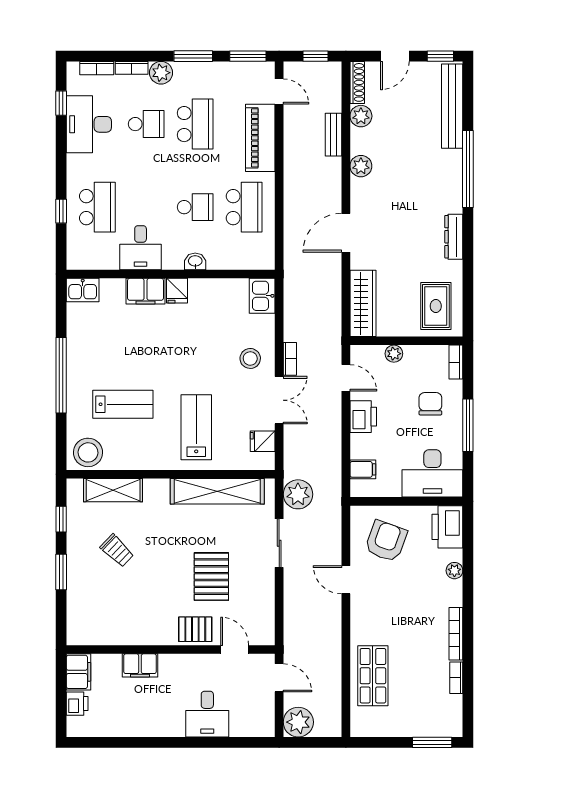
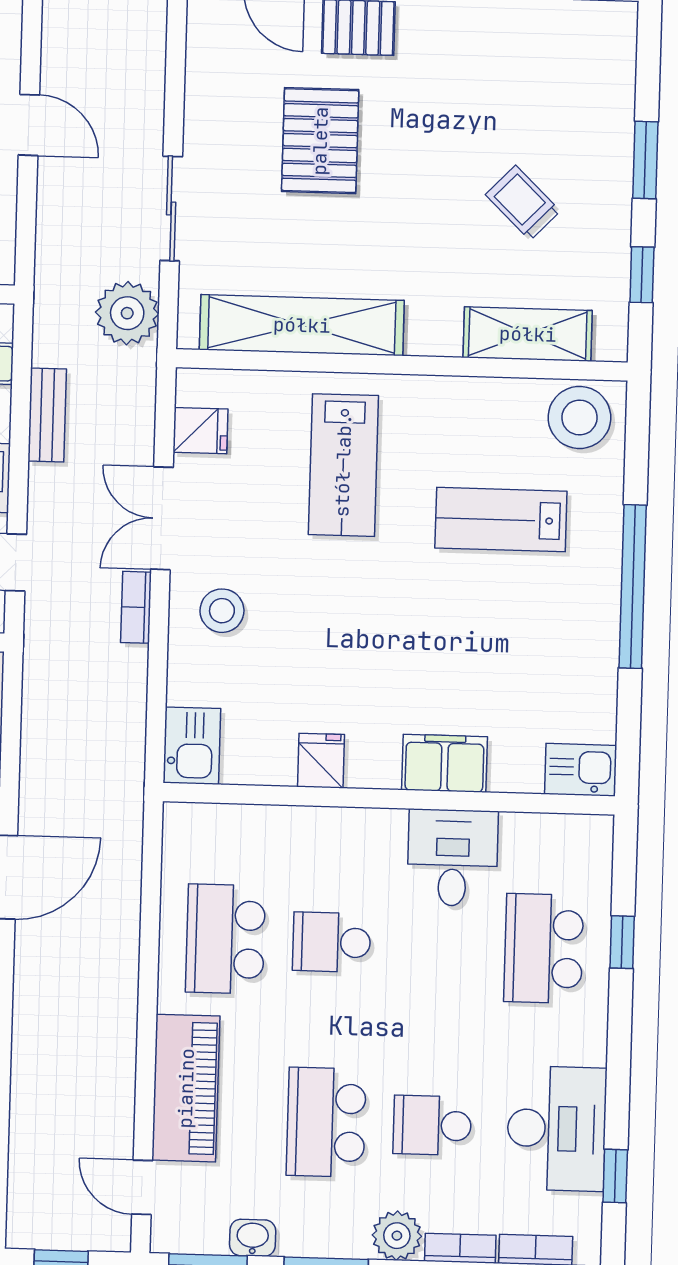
bench: (334, 135) -> (47, 415), moved
washbasin: (195, 261) -> (253, 1238), moved, turned 180
fridge: (177, 291) -> (321, 761), moved

